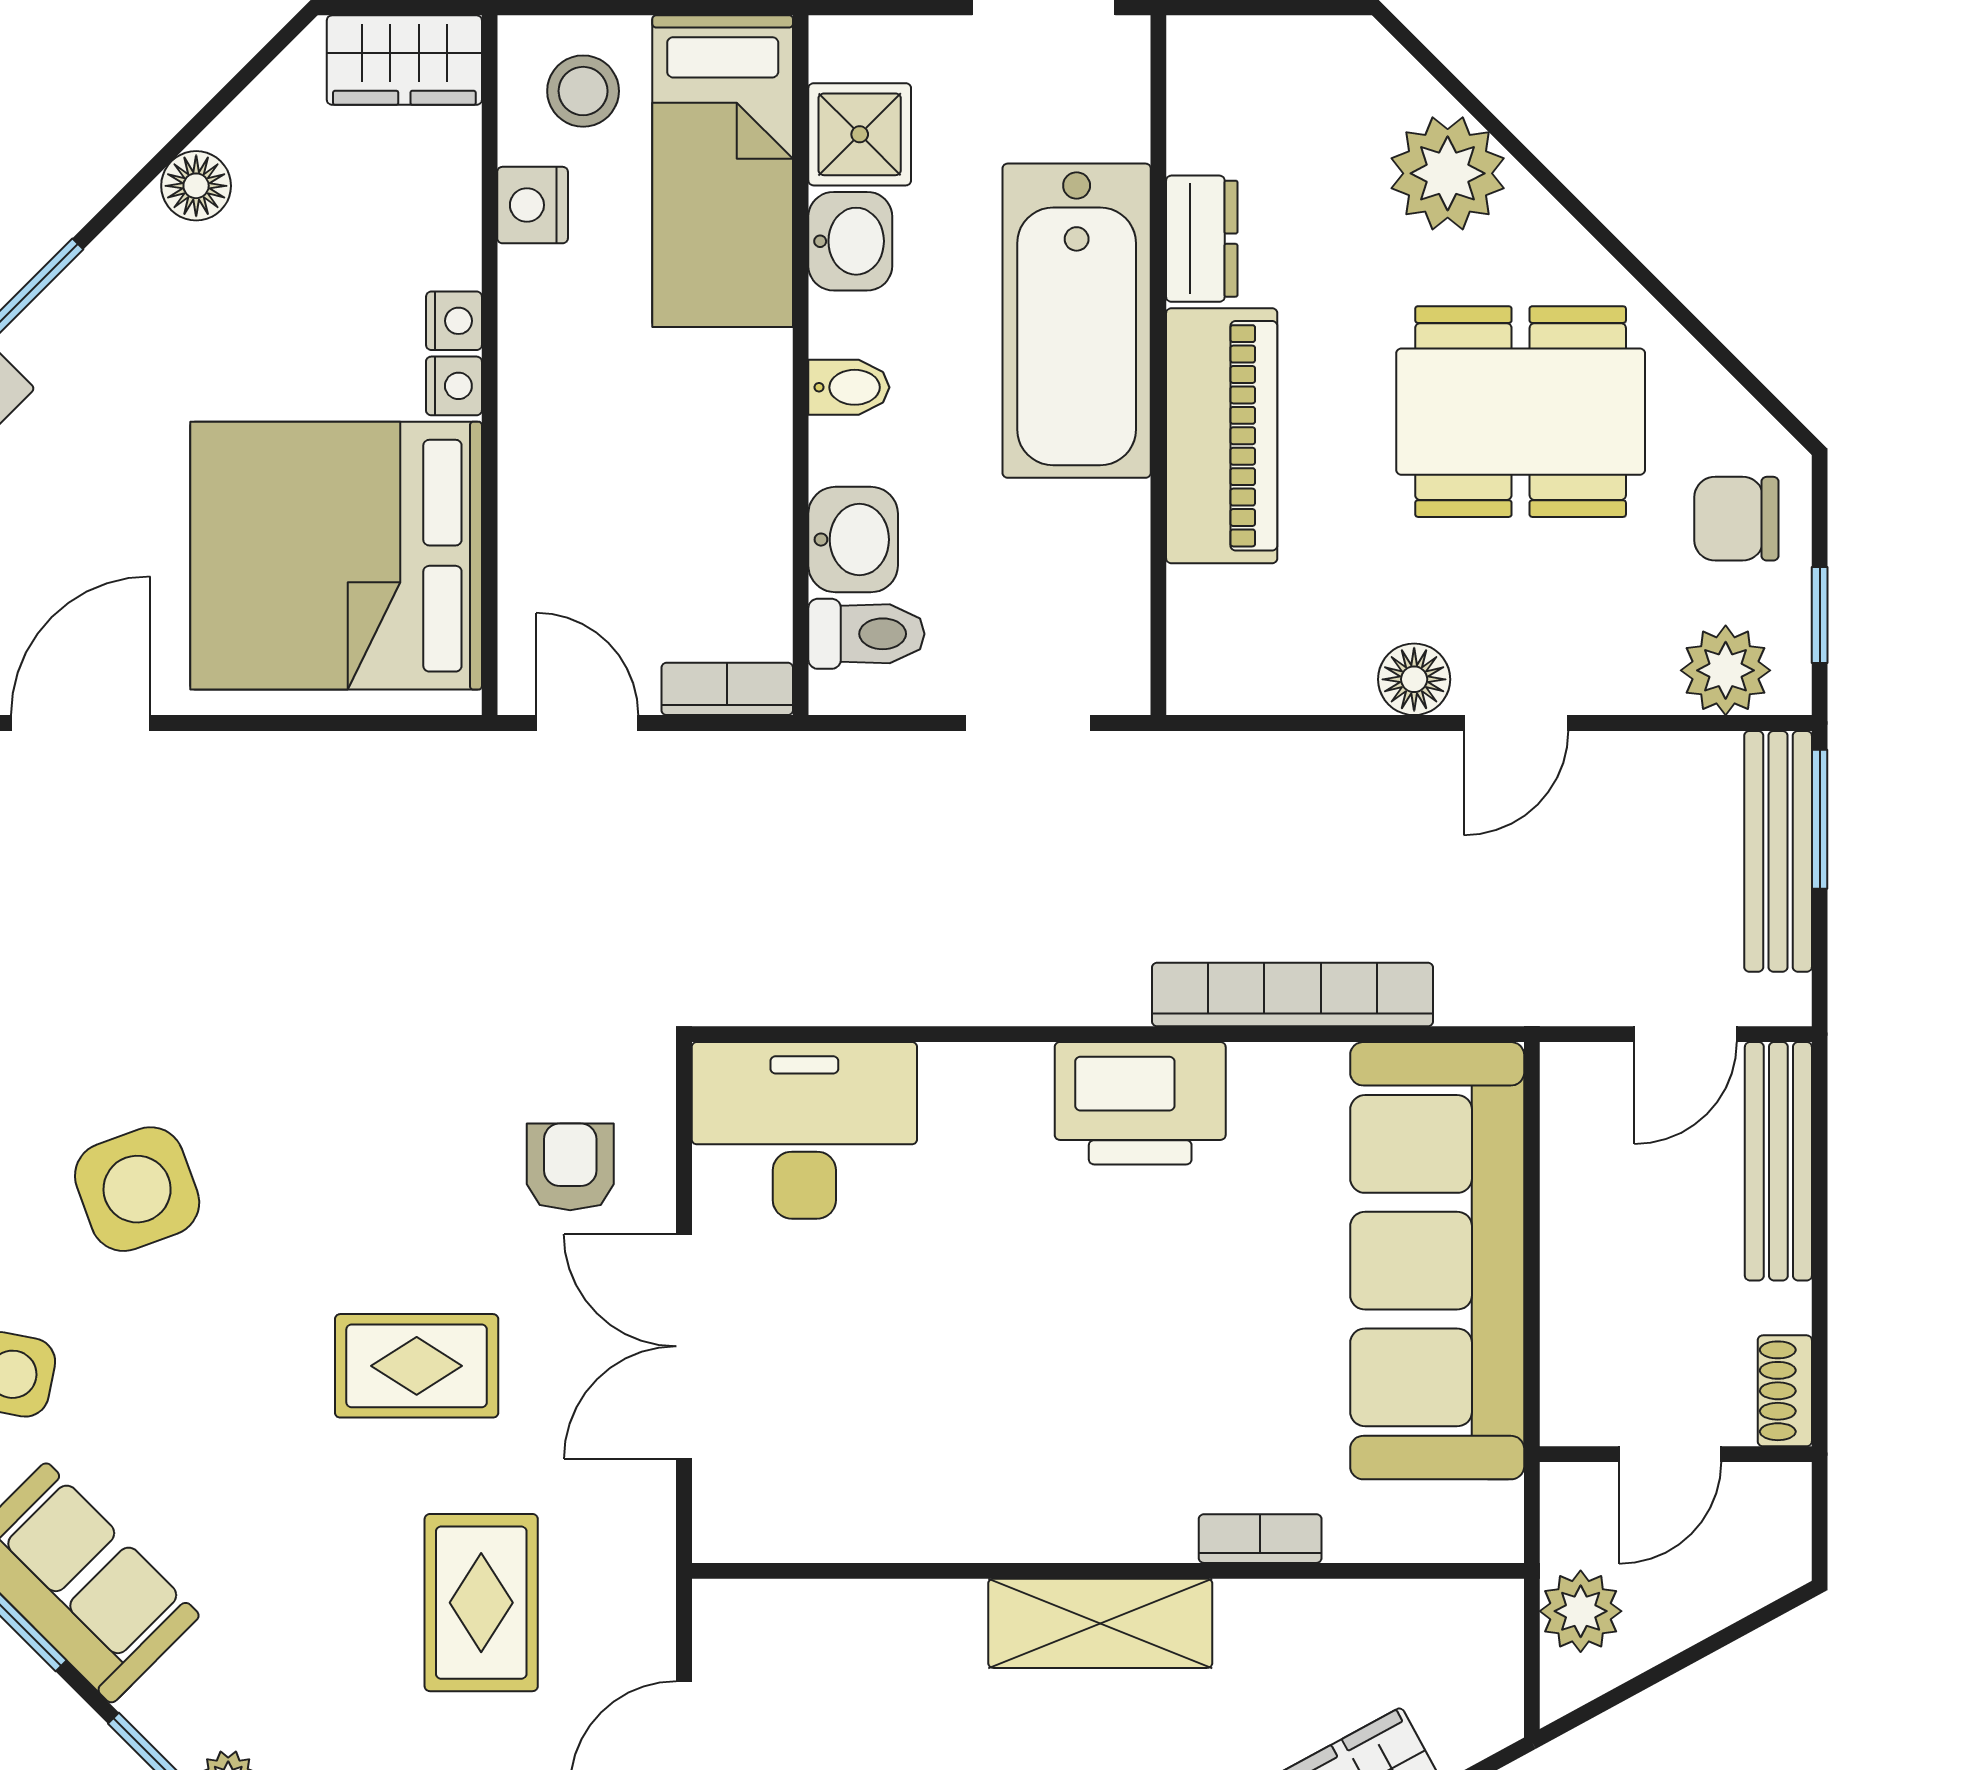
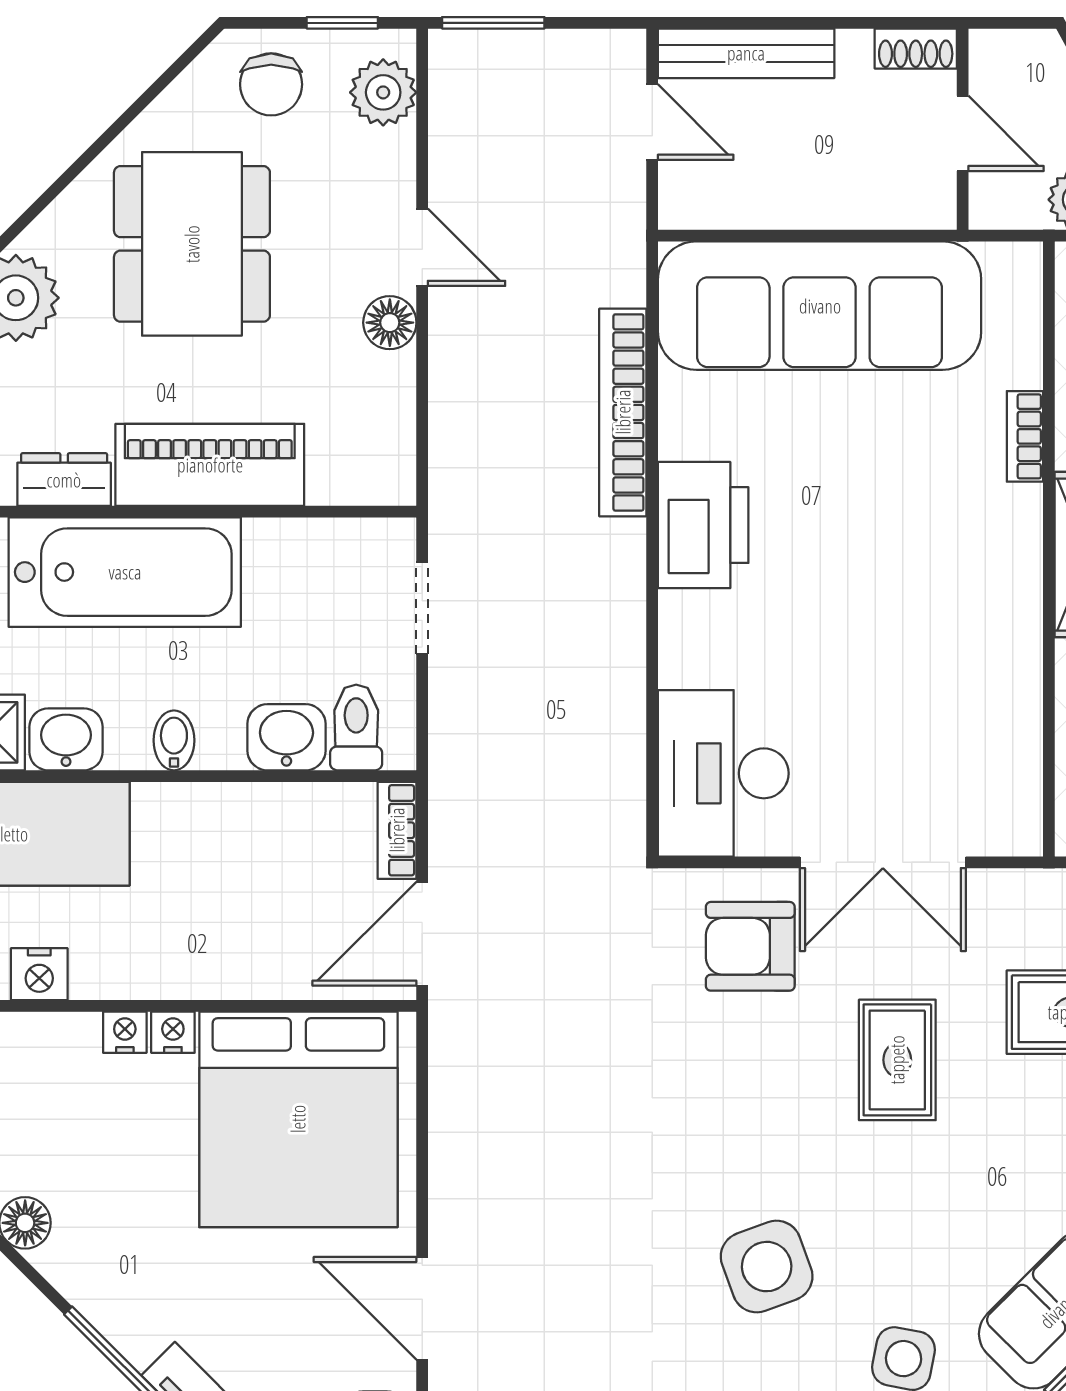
door: (587, 723) -> (422, 934), width x1.38
bench: (1778, 851) -> (517, 54), removed
armchair: (570, 1167) -> (750, 946), width x1.38, depth x1.38

